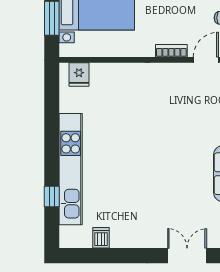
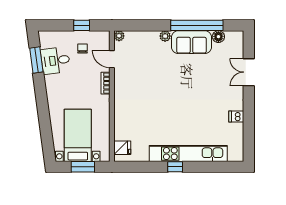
window: (52, 196) -> (175, 167), moved
dishwasher: (101, 238) -> (236, 116), moved

